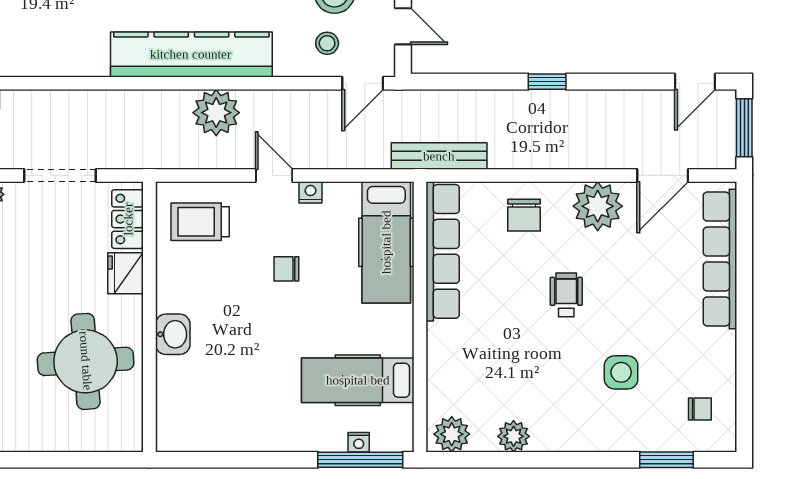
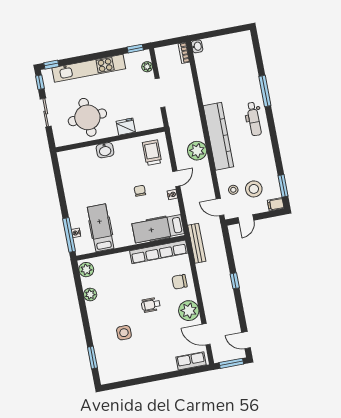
locker: (128, 219) -> (148, 123), removed
row of seats: (720, 259) -> (191, 361), width x0.50
wheelchair: (566, 295) -> (151, 305), turned 180
chair: (700, 409) -> (115, 367), removed
sliding door: (55, 460) -> (46, 112), added

